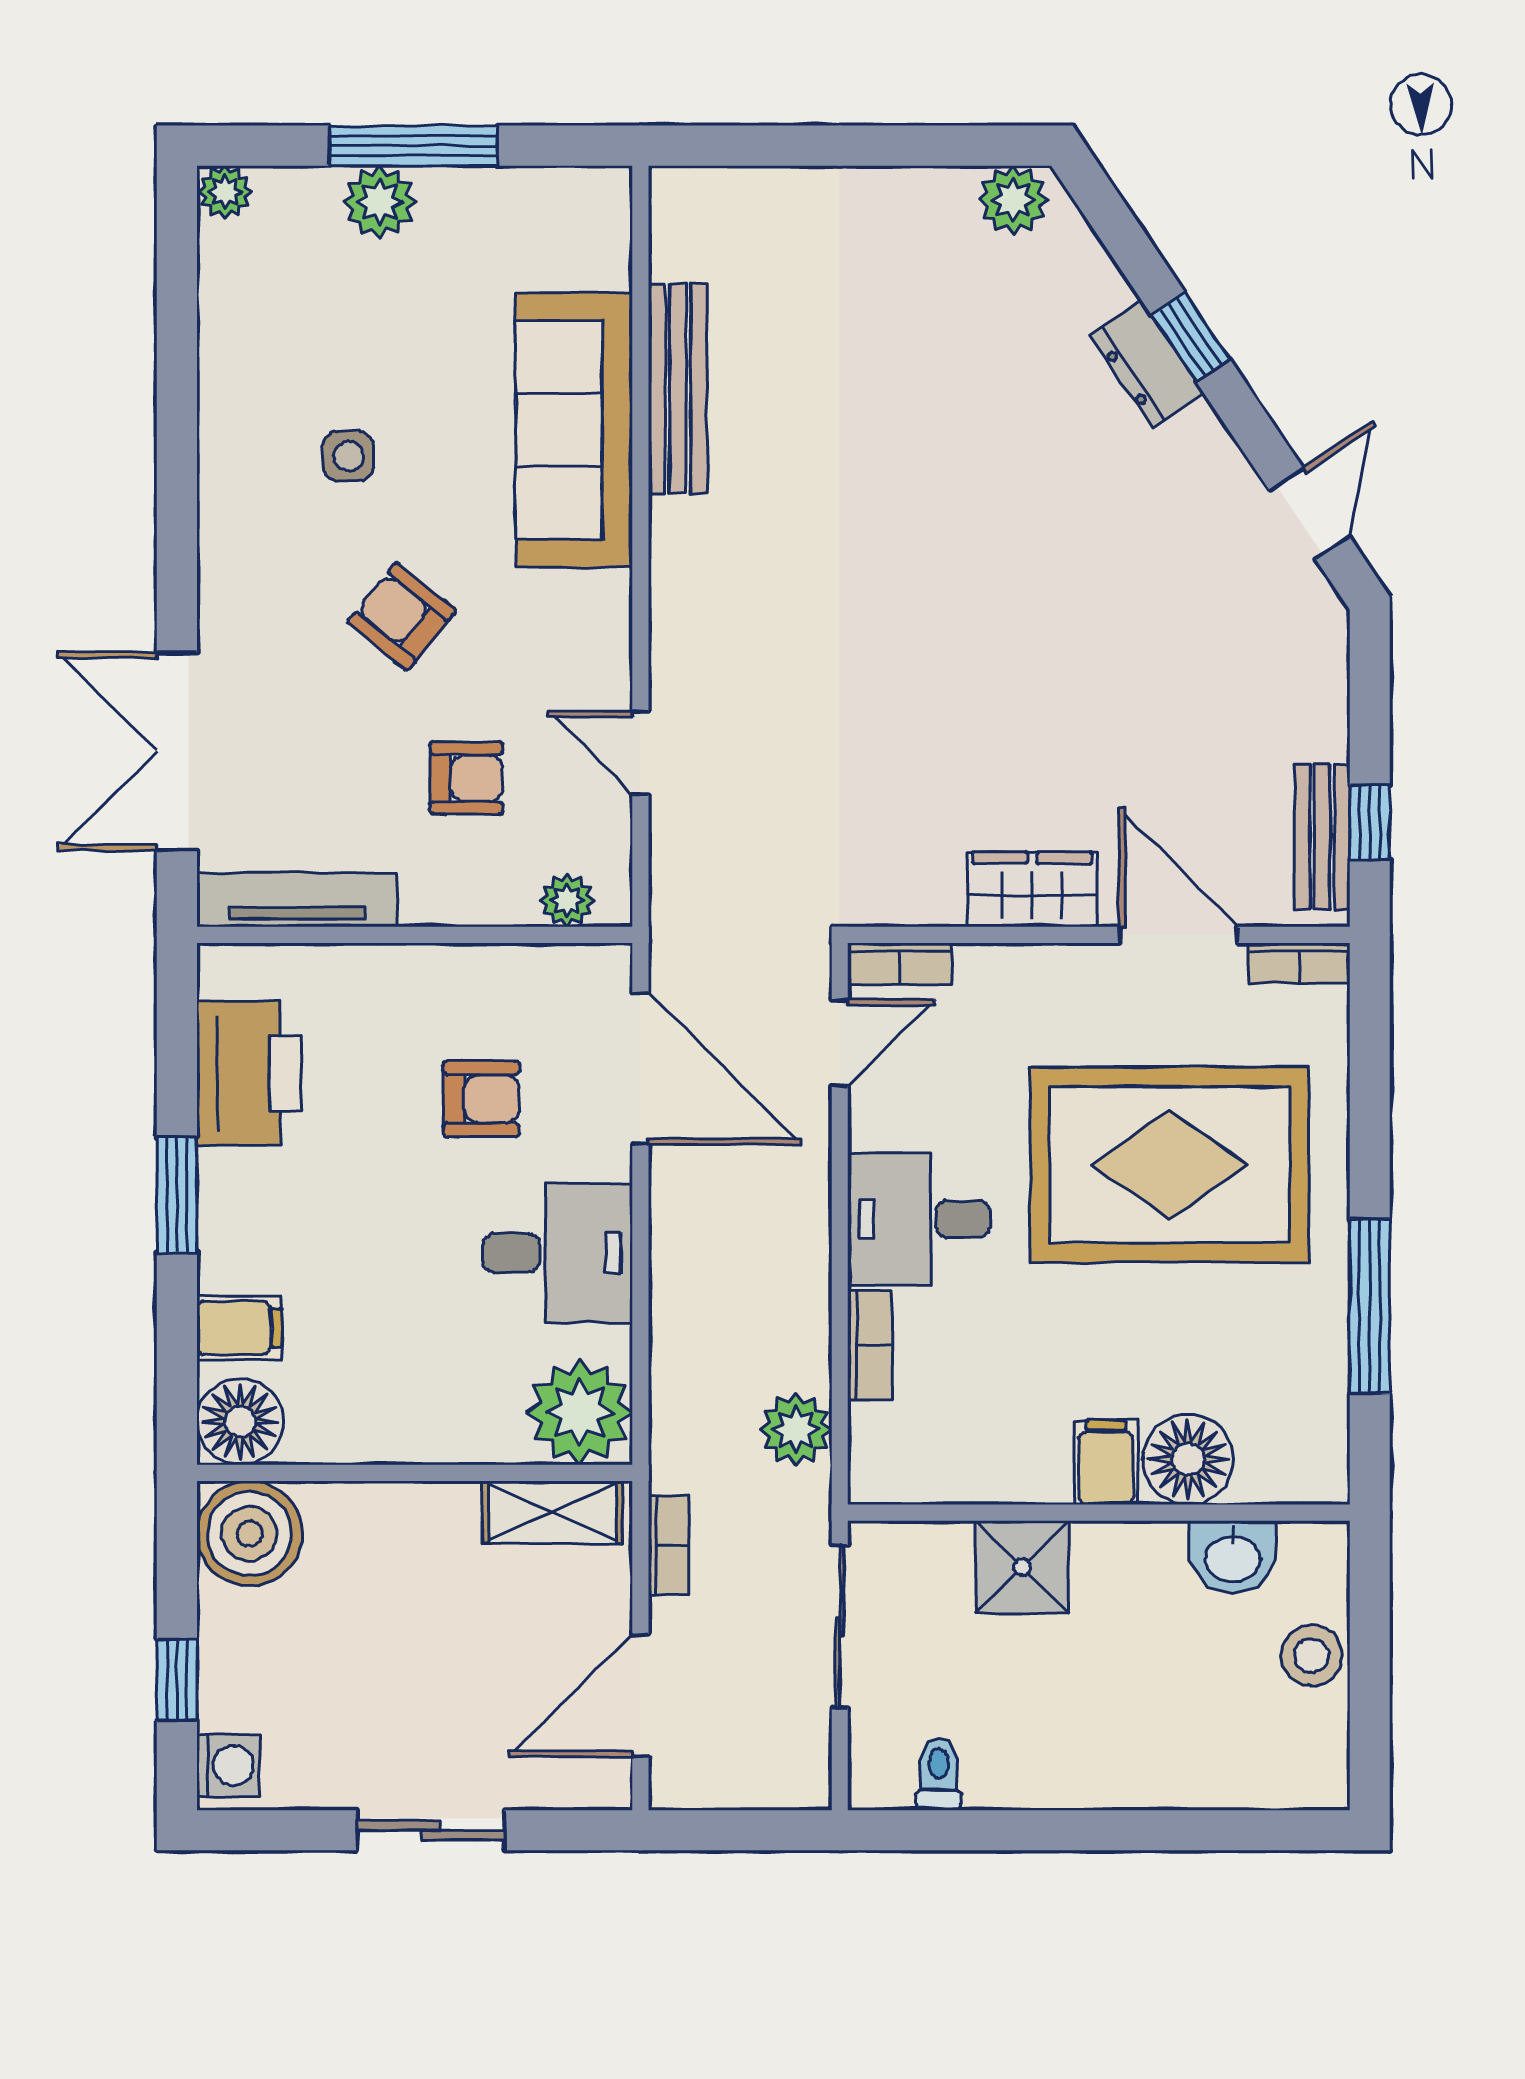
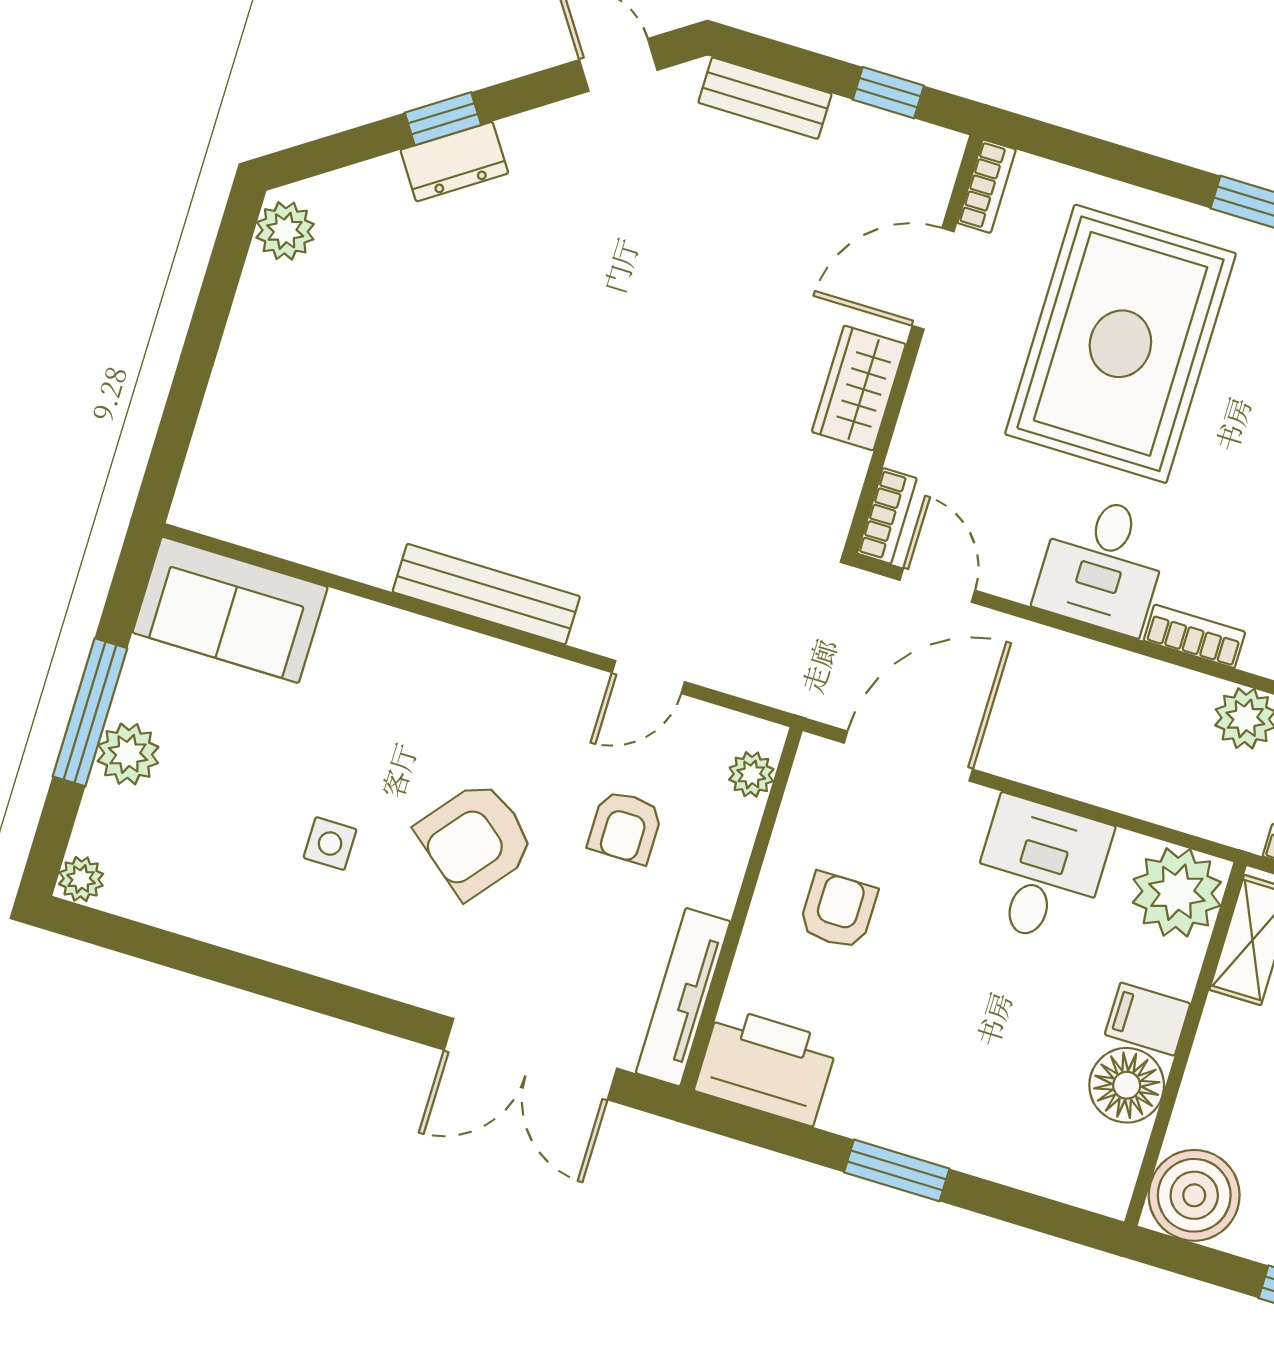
bench: (678, 389) -> (486, 594), moved
sofa: (574, 430) -> (230, 610), moved, width x0.73
armchair: (402, 616) -> (476, 840), width x1.38, depth x1.38
armchair: (466, 778) -> (625, 827), turned 180
bench: (1322, 837) -> (765, 98), moved
printer: (249, 1073) -> (766, 1066), moved
armchair: (481, 1099) -> (838, 911), moved
filing cabinet: (239, 1328) -> (1148, 1019), moved, turned -90
floor lamp: (240, 1422) -> (1127, 1085), moved

